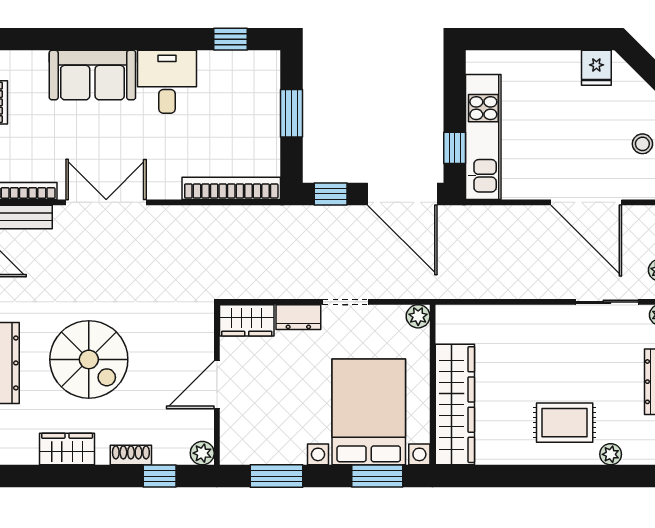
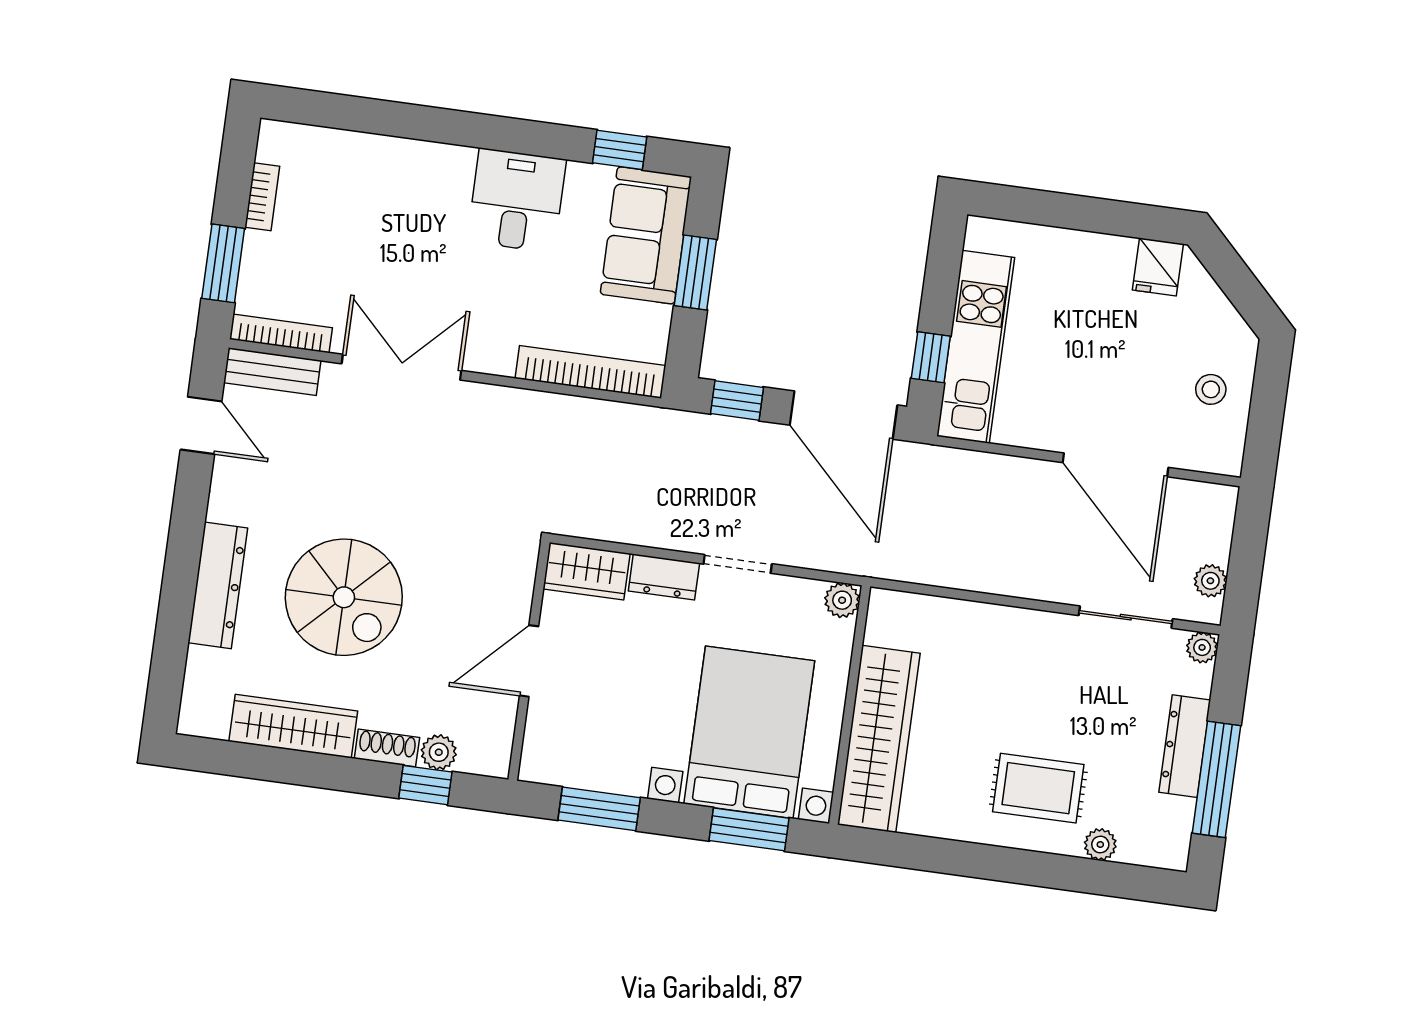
sofa: (92, 75) -> (646, 235), moved, turned 90
wardrobe: (67, 449) -> (293, 726), width x1.50
plant: (202, 453) -> (439, 752), moved

